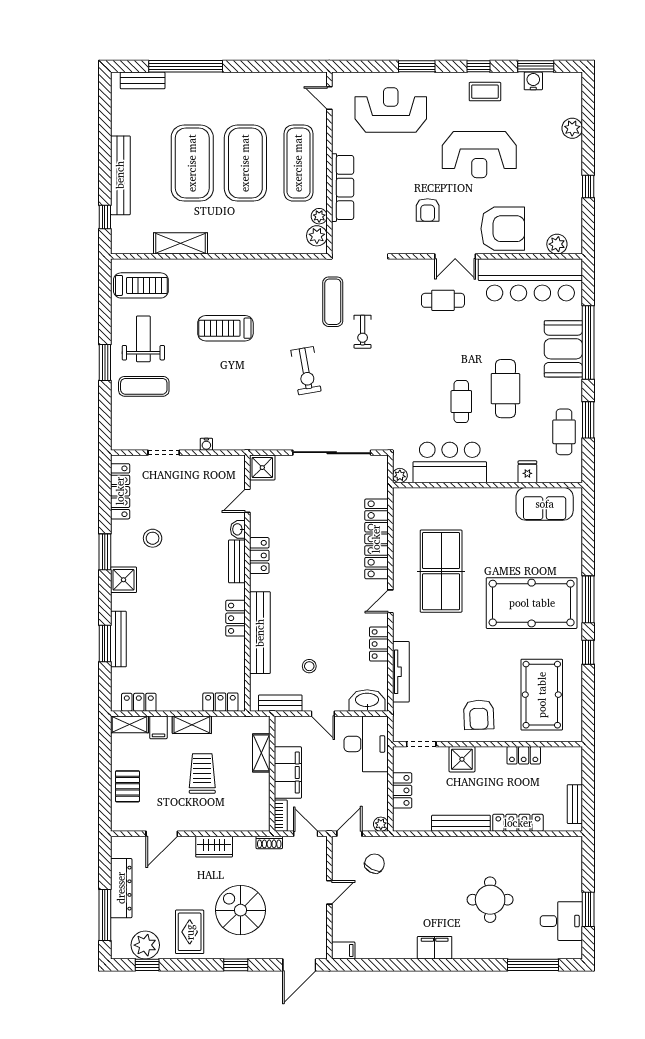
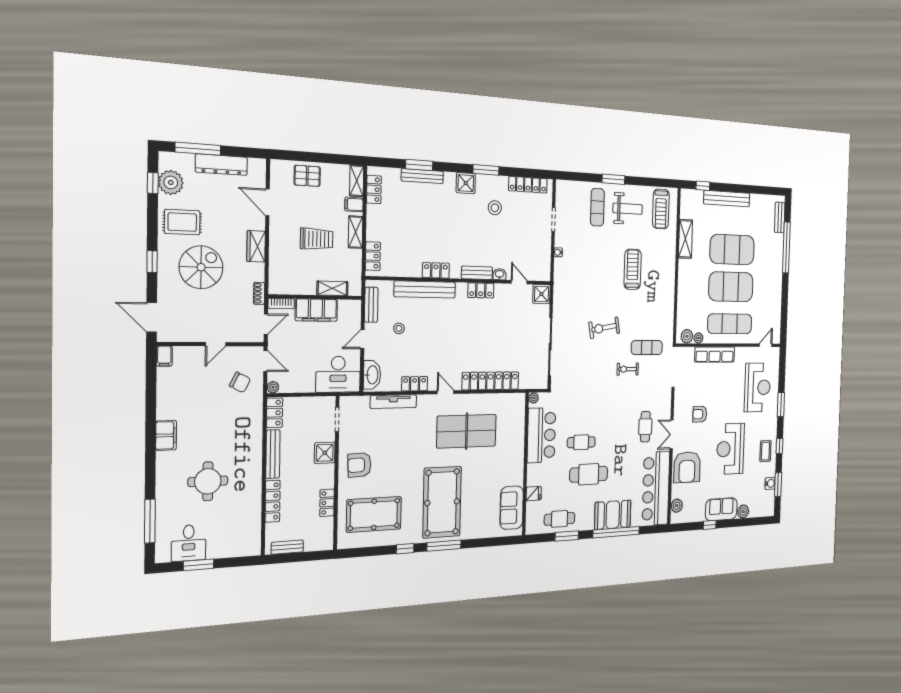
sofa: (567, 167) -> (721, 509), added
locker: (402, 790) -> (275, 413), moved, turned -90
door: (329, 892) -> (216, 344), hinge flipped

